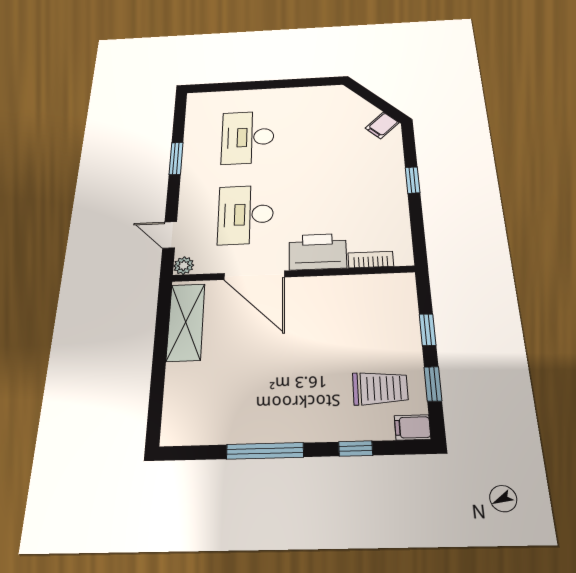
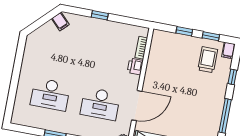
printer: (318, 252) -> (135, 66), width x0.53, depth x0.68

